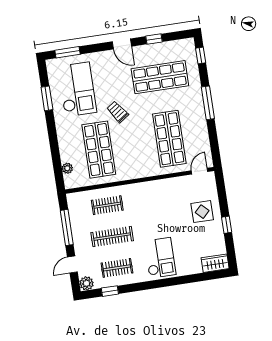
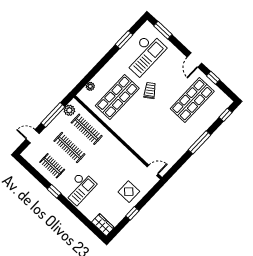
shop shelf: (160, 77) -> (192, 100), turned 90
shop shelf: (169, 139) -> (158, 136), removed
clothes rail: (107, 205) -> (87, 129), width x1.36
plant: (86, 283) -> (69, 110), moved
window: (110, 291) -> (54, 191), moved

